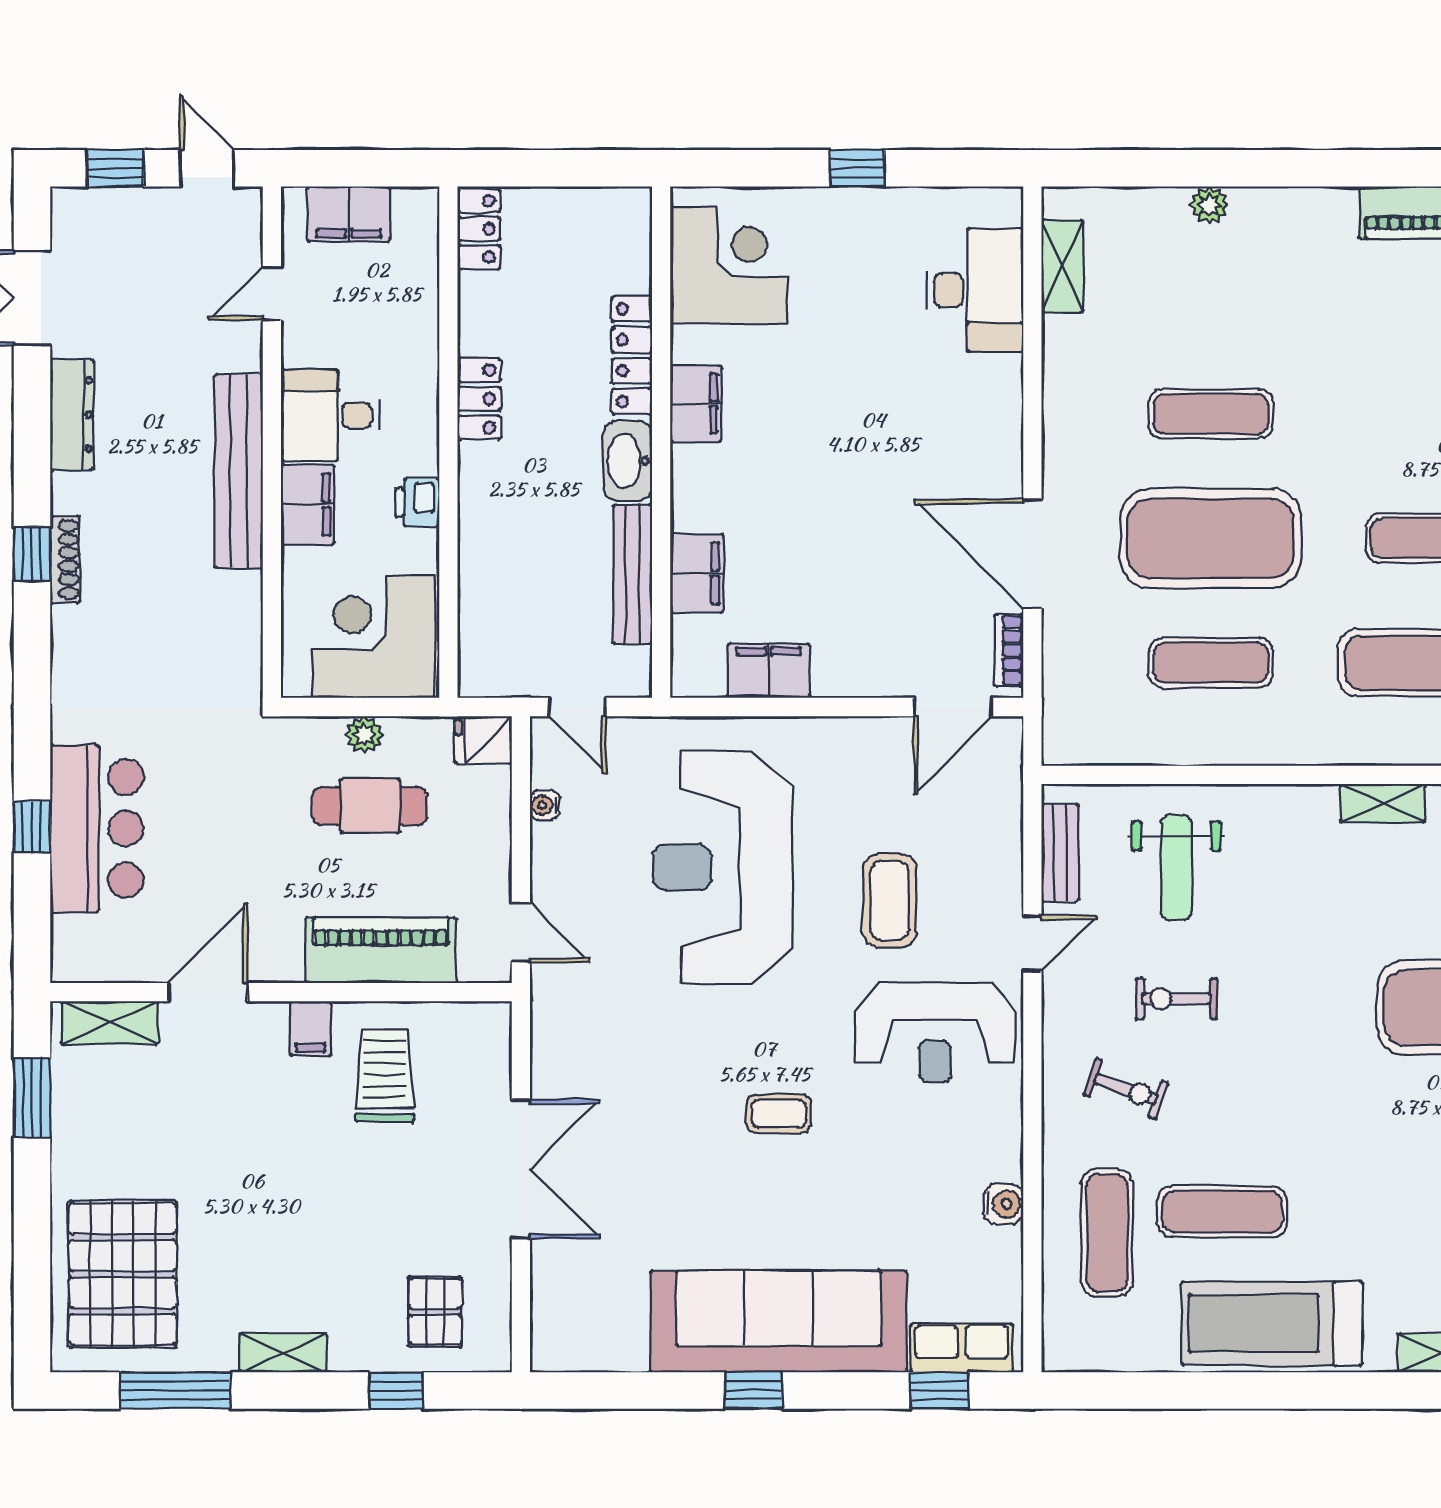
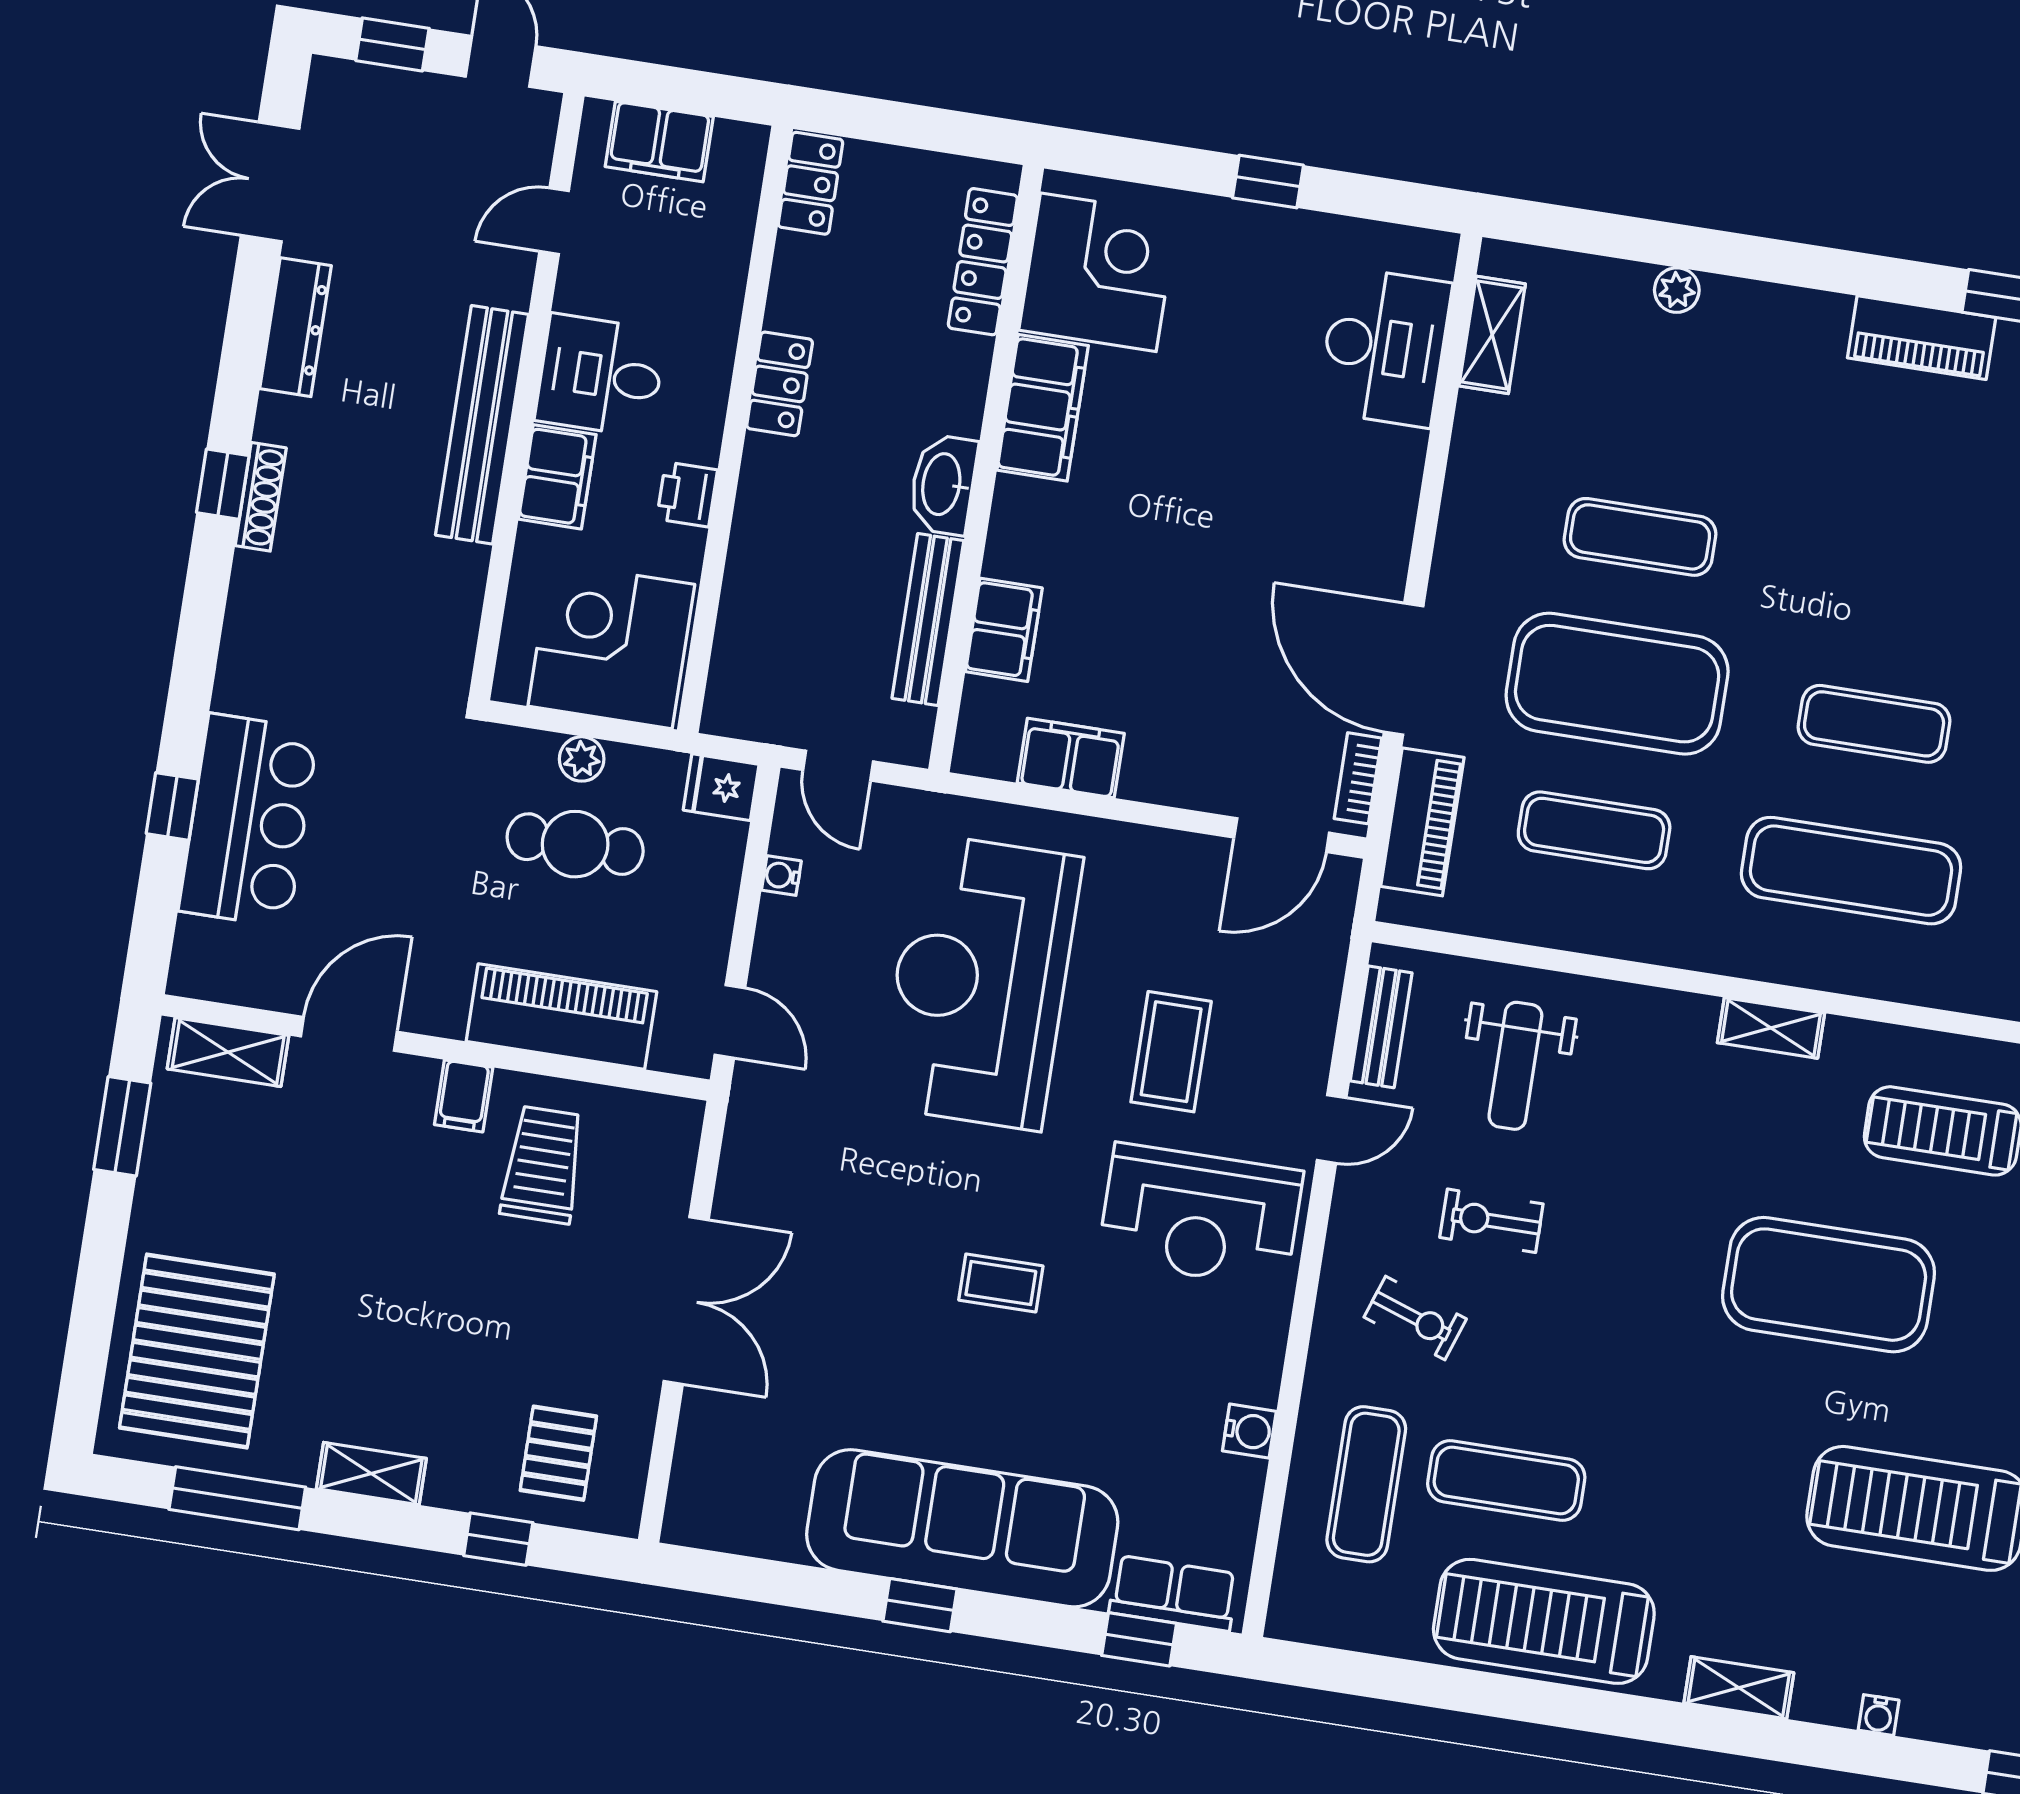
locker: (632, 355) -> (983, 262), moved
filing cabinet: (696, 404) -> (1043, 408), width x1.50, depth x1.17
piano: (1068, 678) -> (1422, 822), added

